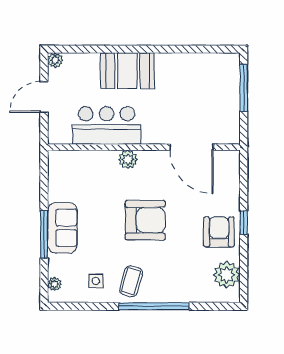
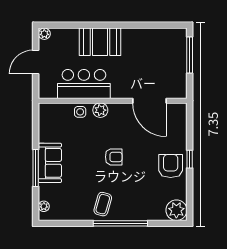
armchair: (145, 220) -> (114, 157), width x0.53, depth x0.53
plant: (227, 275) -> (176, 210), moved
side table: (96, 281) -> (80, 112), moved

